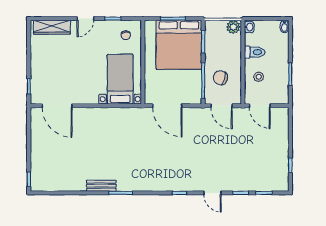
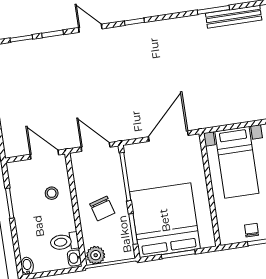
chair: (126, 35) -> (252, 230), moved
toilet: (255, 52) -> (64, 242), moved
chair: (220, 78) -> (102, 209), moved, turned 58
door: (167, 106) -> (168, 136), hinge flipped
bench: (101, 186) -> (234, 17), width x1.36

